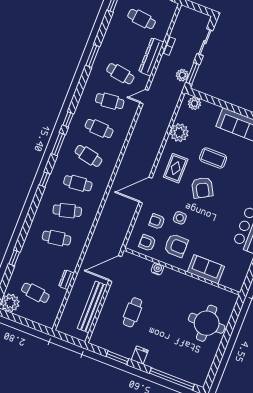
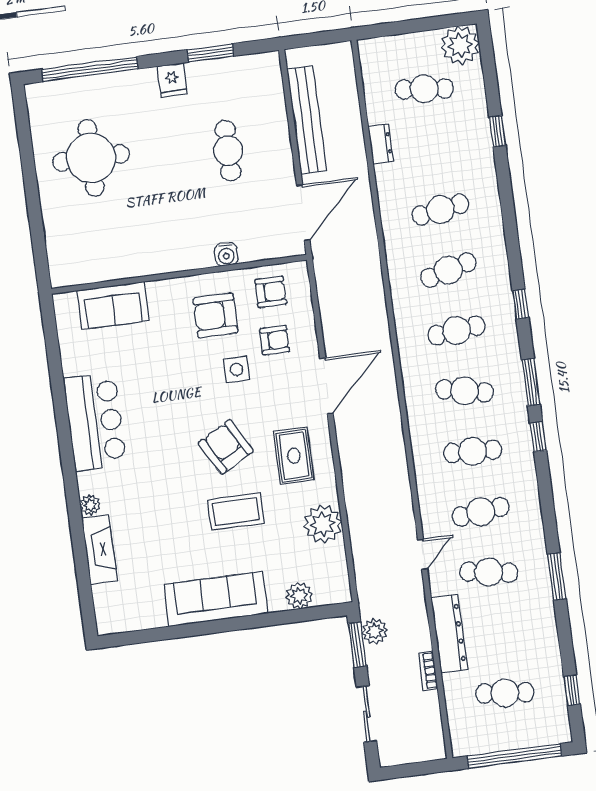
plant: (194, 103) -> (299, 596), moved
sofa: (206, 269) -> (113, 305), moved
round table: (207, 323) -> (91, 158), moved

